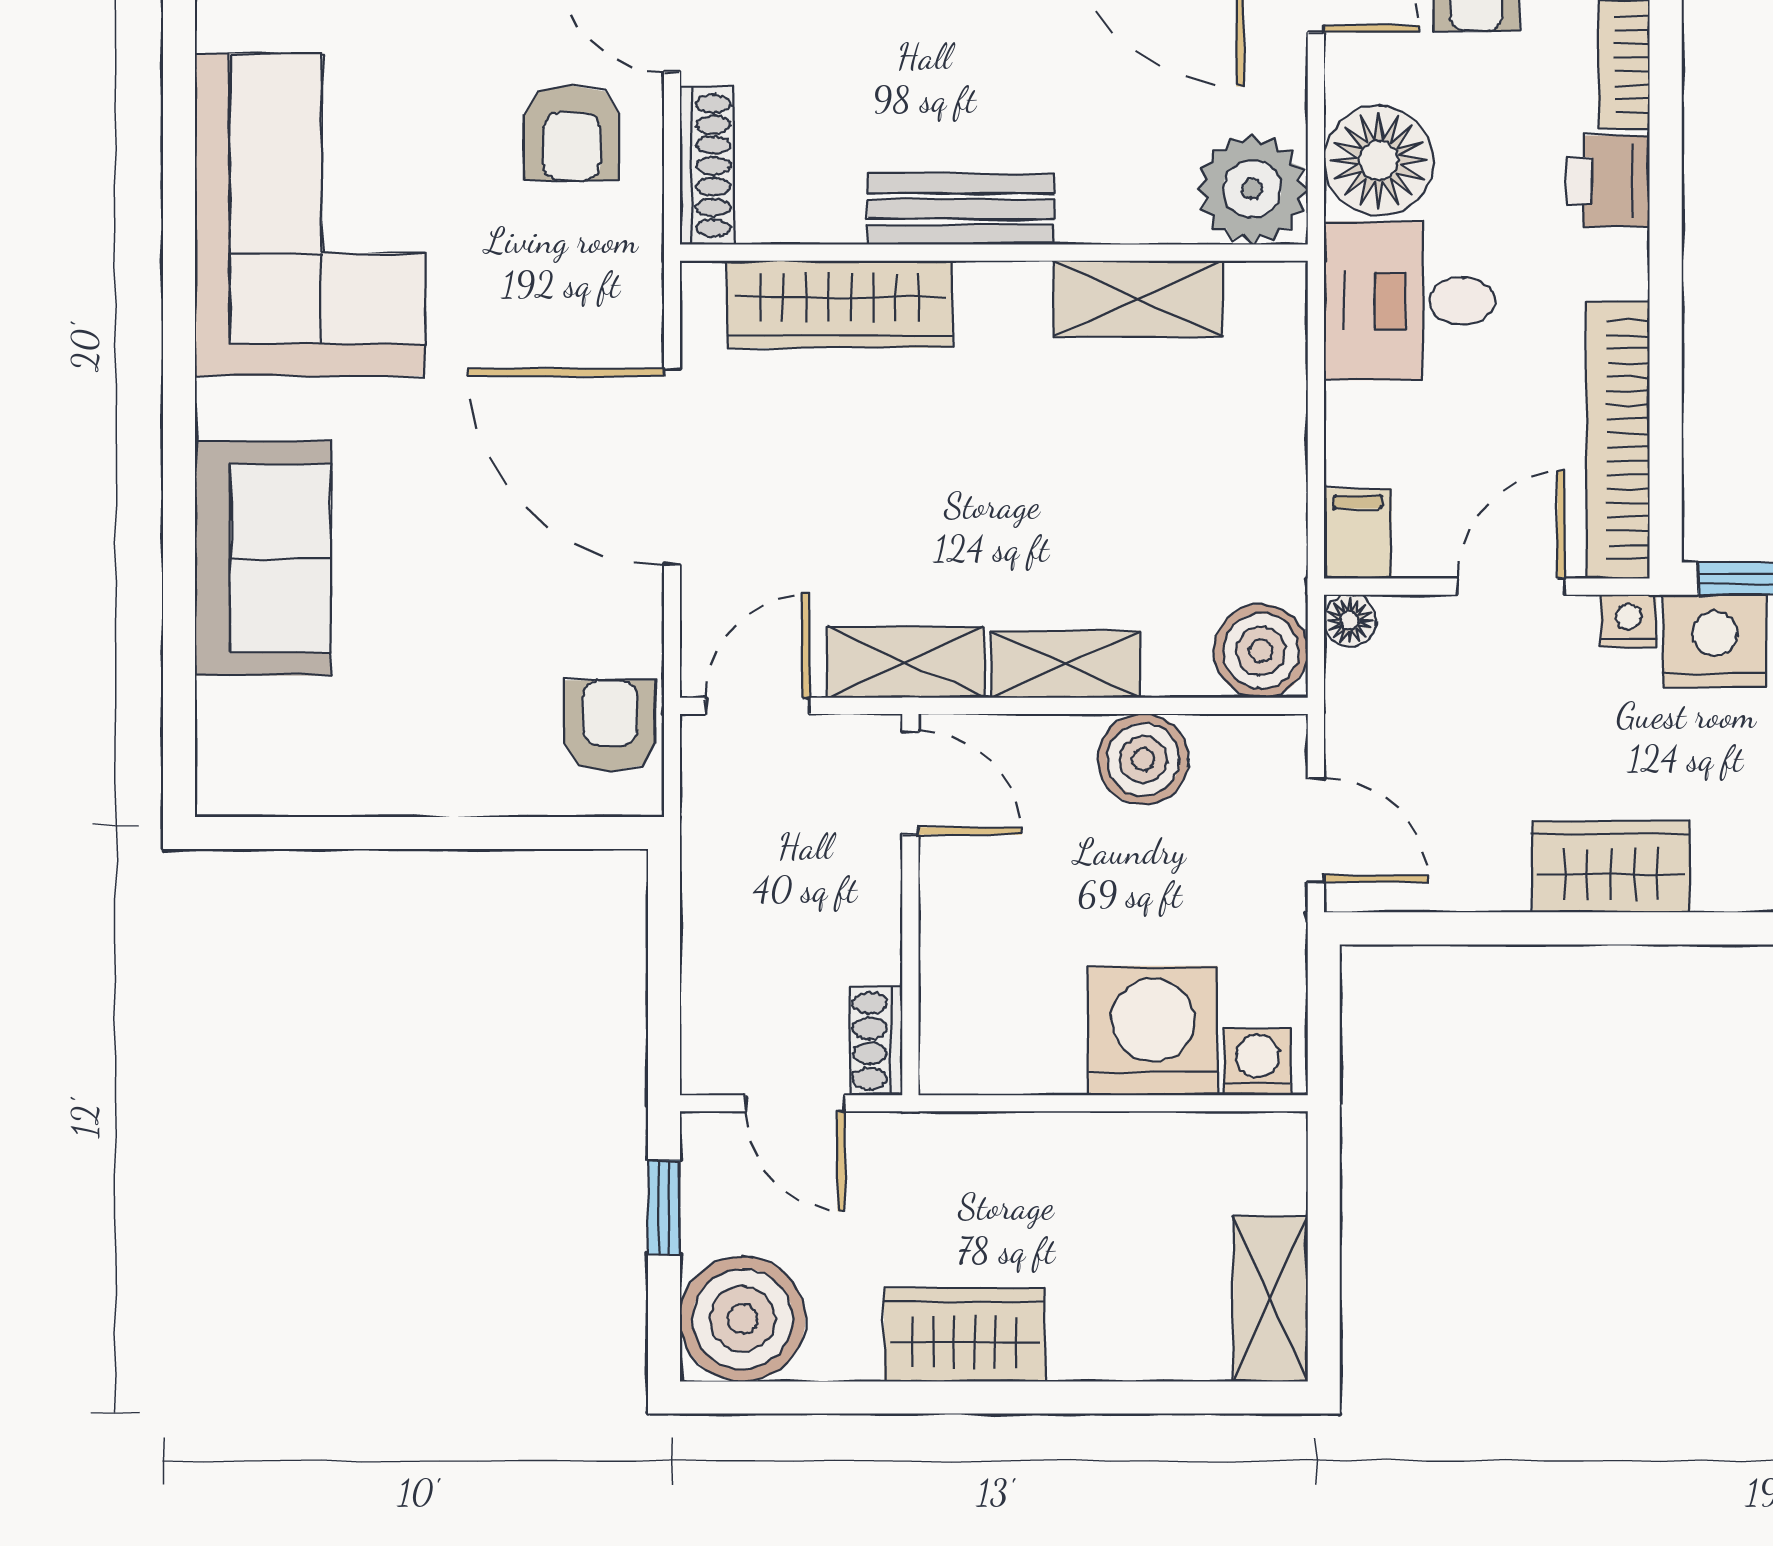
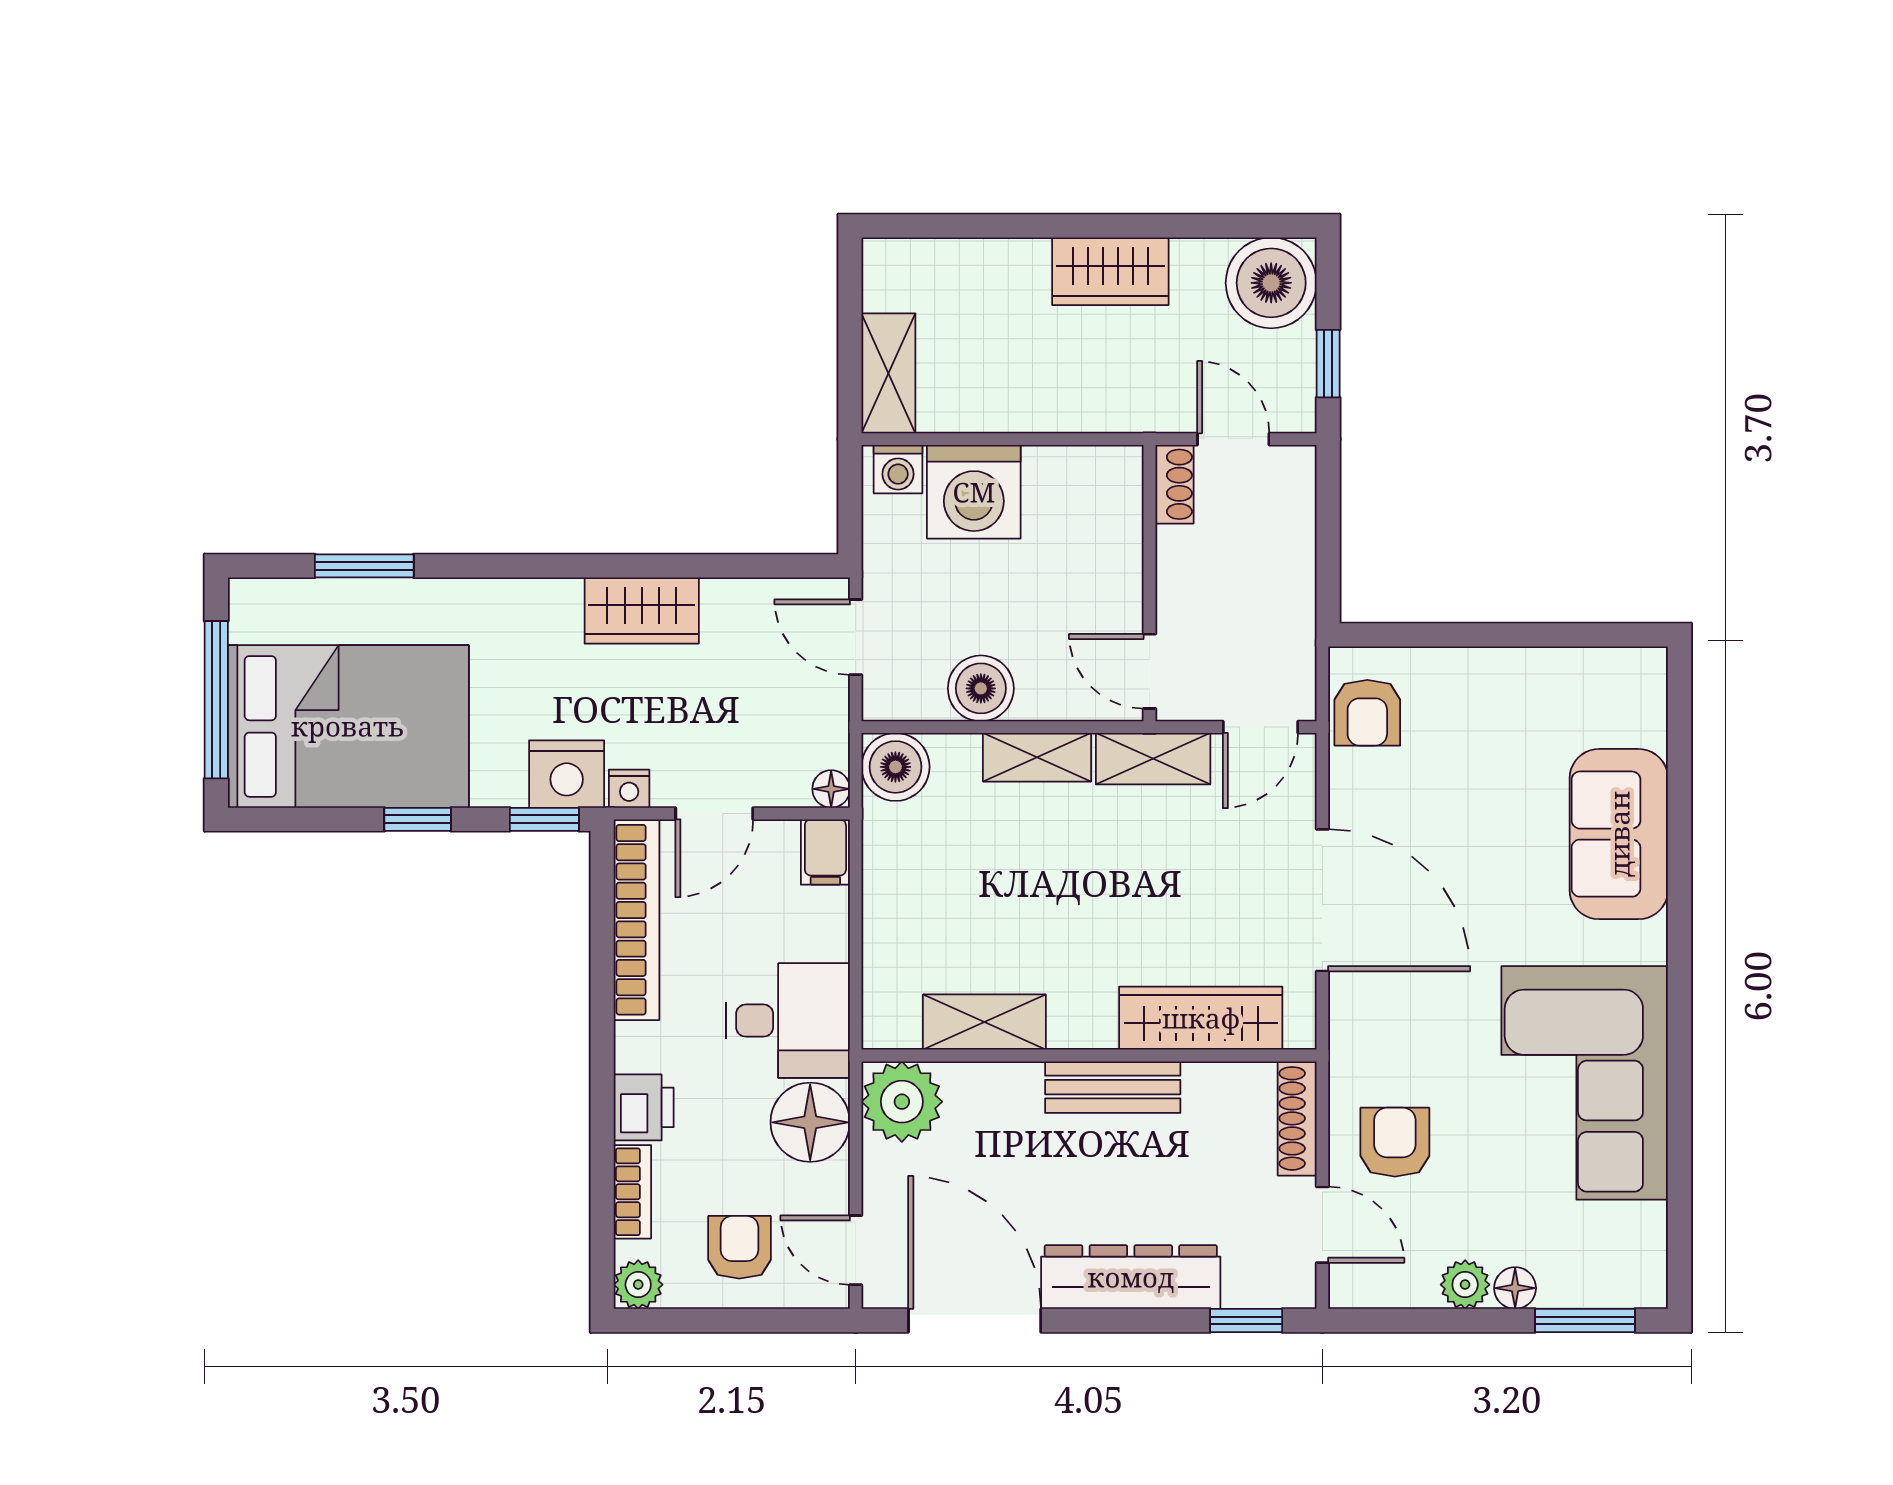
shelving: (1271, 1299) -> (888, 373), moved

